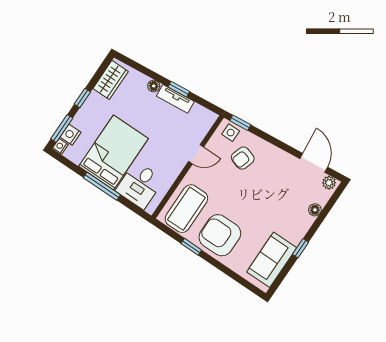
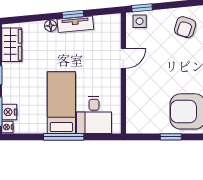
bed: (114, 152) -> (61, 103), width x0.67
armchair: (243, 158) -> (185, 27), moved
coffee table: (186, 209) -> (146, 108), removed

